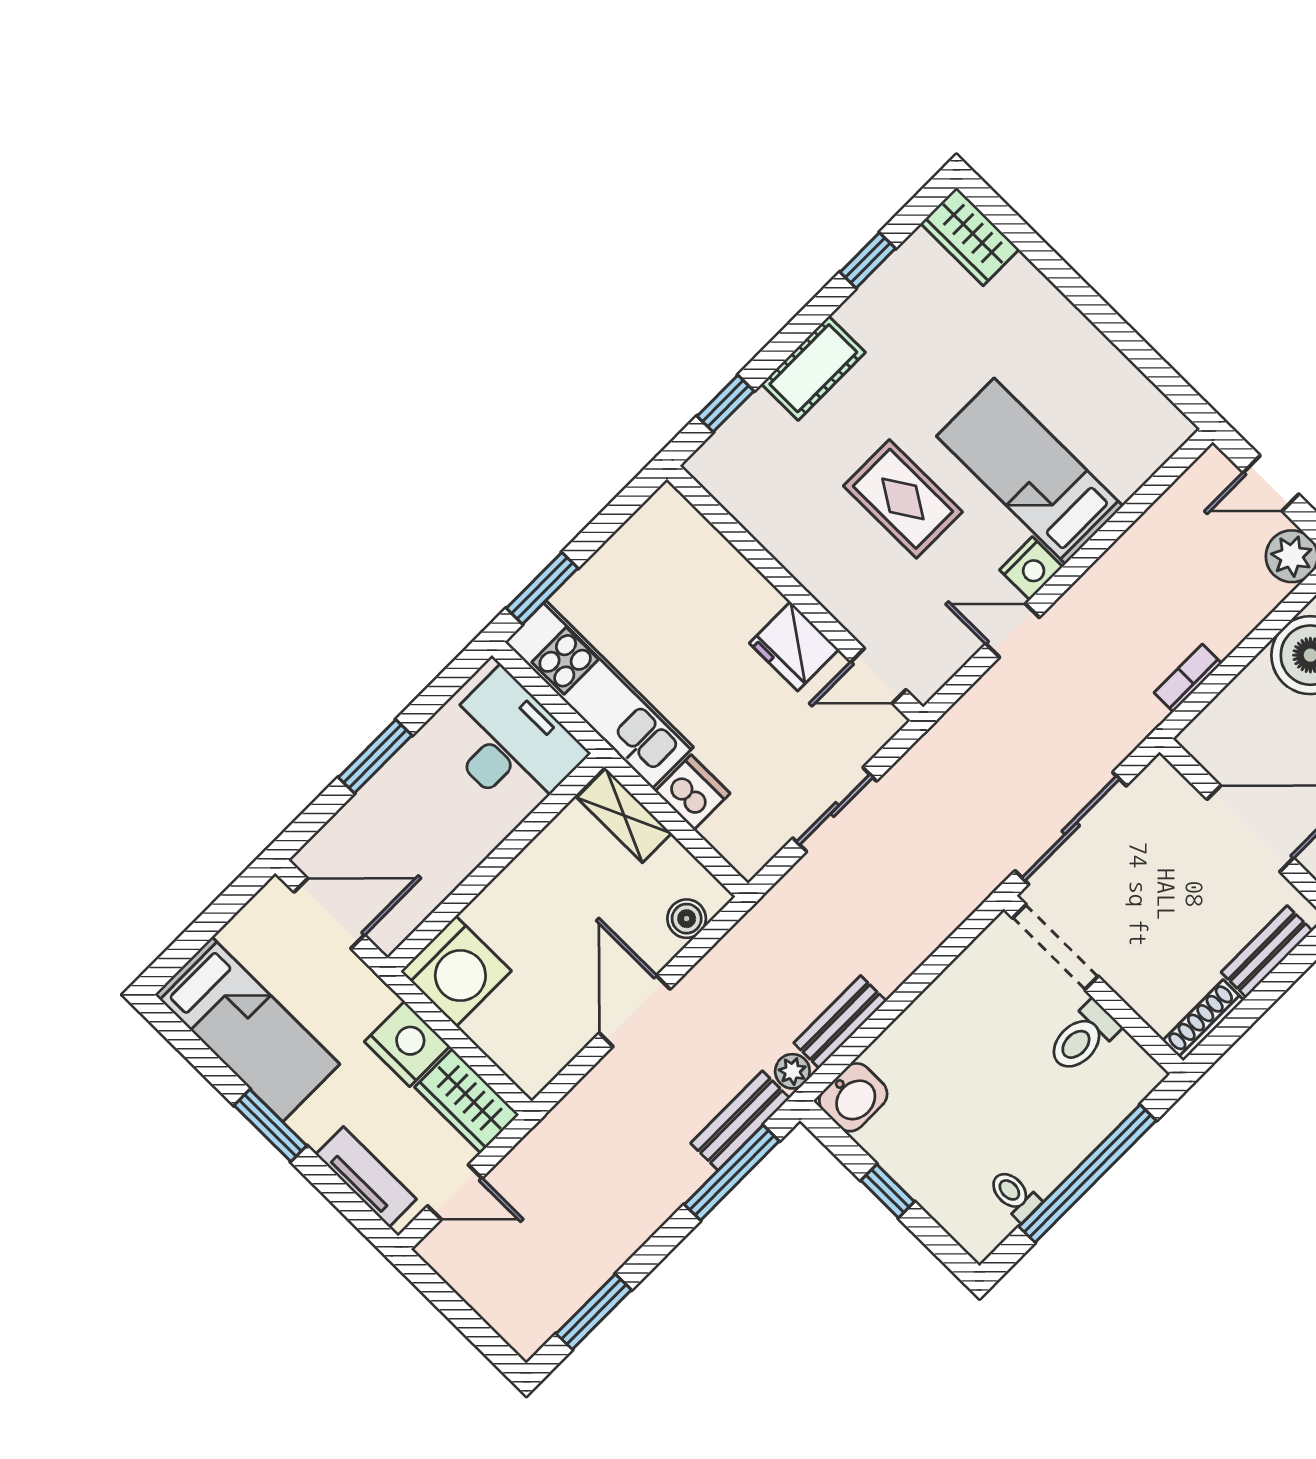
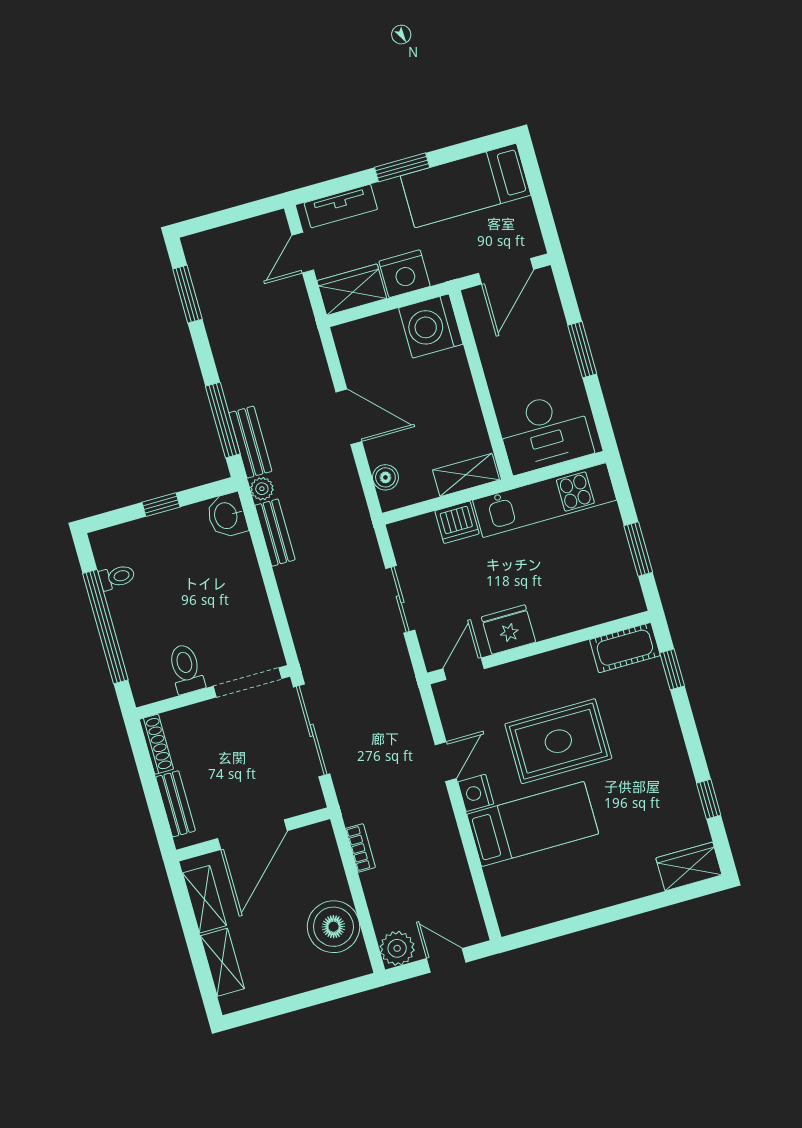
cot: (813, 368) -> (625, 648), moved, turned 90
door: (1271, 483) -> (446, 960), hinge flipped
rug: (903, 499) -> (558, 741), width x1.36, depth x1.43
window: (542, 588) -> (638, 549), moved

